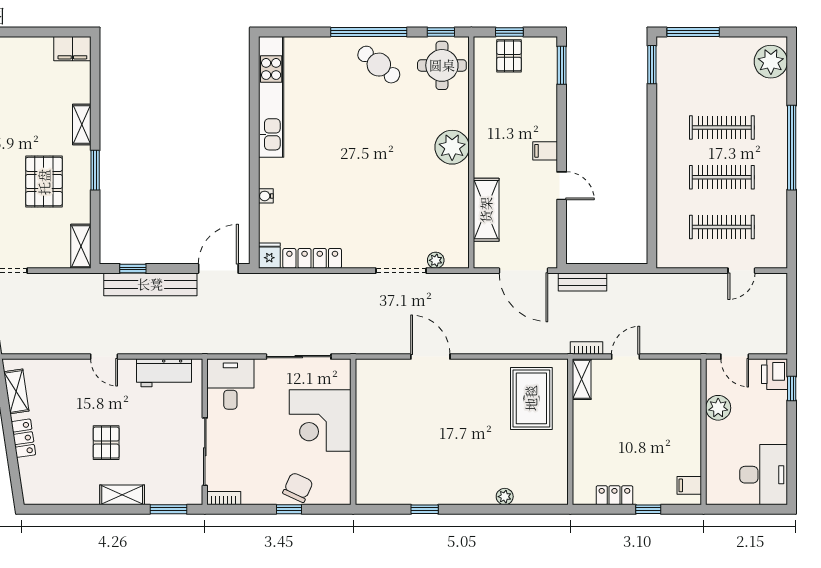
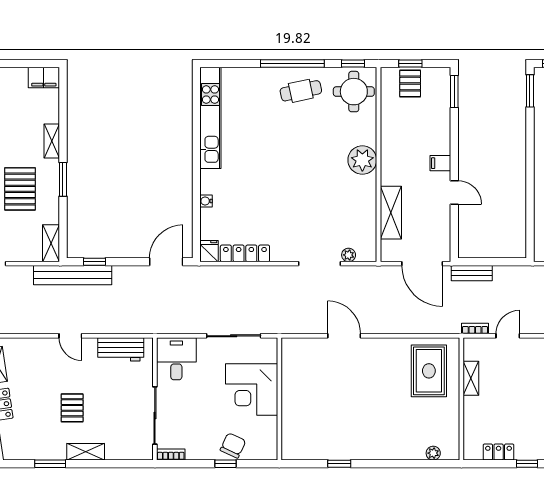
cafe table: (379, 65) -> (301, 91), turned -51
bench: (150, 284) -> (73, 275), moved
shelving: (582, 379) -> (471, 378), moved
plant: (505, 497) -> (433, 453), moved
window: (168, 509) -> (50, 464), moved

